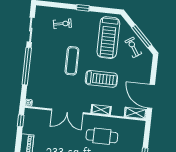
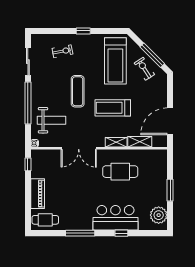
treadmill: (101, 79) -> (113, 108), turned 180
weight bench: (46, 84) -> (51, 120), added
door: (151, 96) -> (170, 121), hinge flipped
shelving: (136, 113) -> (140, 142), moved

